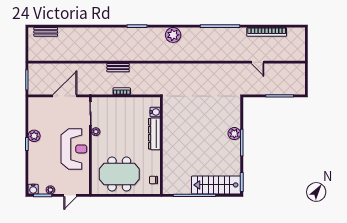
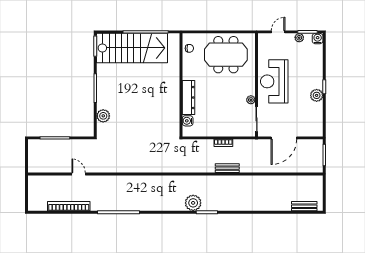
plant: (173, 35) -> (193, 203), moved
plant: (234, 134) -> (103, 116), moved
stairs: (216, 185) -> (132, 48), width x1.36, depth x1.51

